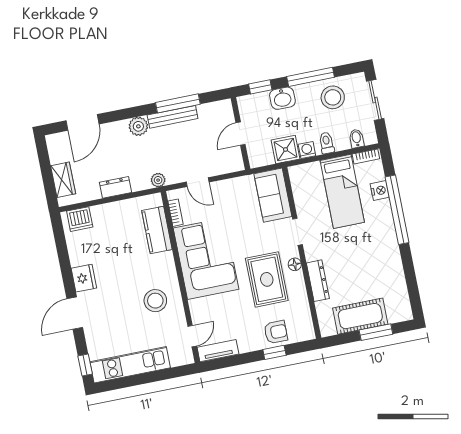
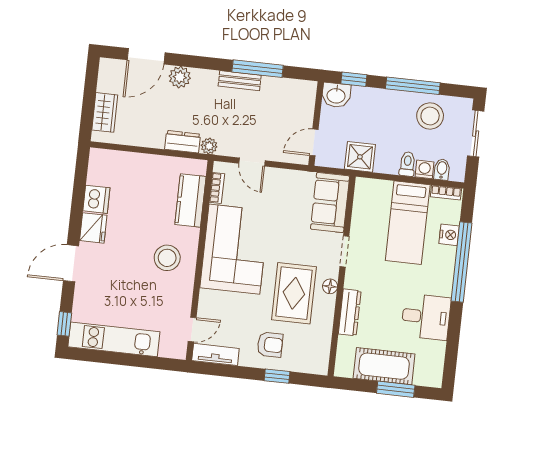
washbasin: (282, 98) -> (336, 95), moved
bench: (173, 117) -> (240, 81), width x0.73
plant: (138, 126) -> (180, 77), moved
door: (241, 134) -> (314, 142), moved
washing machine: (307, 150) -> (424, 169), moved
dresser: (116, 187) -> (183, 142), moved
dishwasher: (80, 219) -> (96, 199), moved, turned -90
desk: (382, 264) -> (426, 317), added
stool: (155, 301) -> (167, 258), moved
armchair: (276, 332) -> (270, 345), moved

